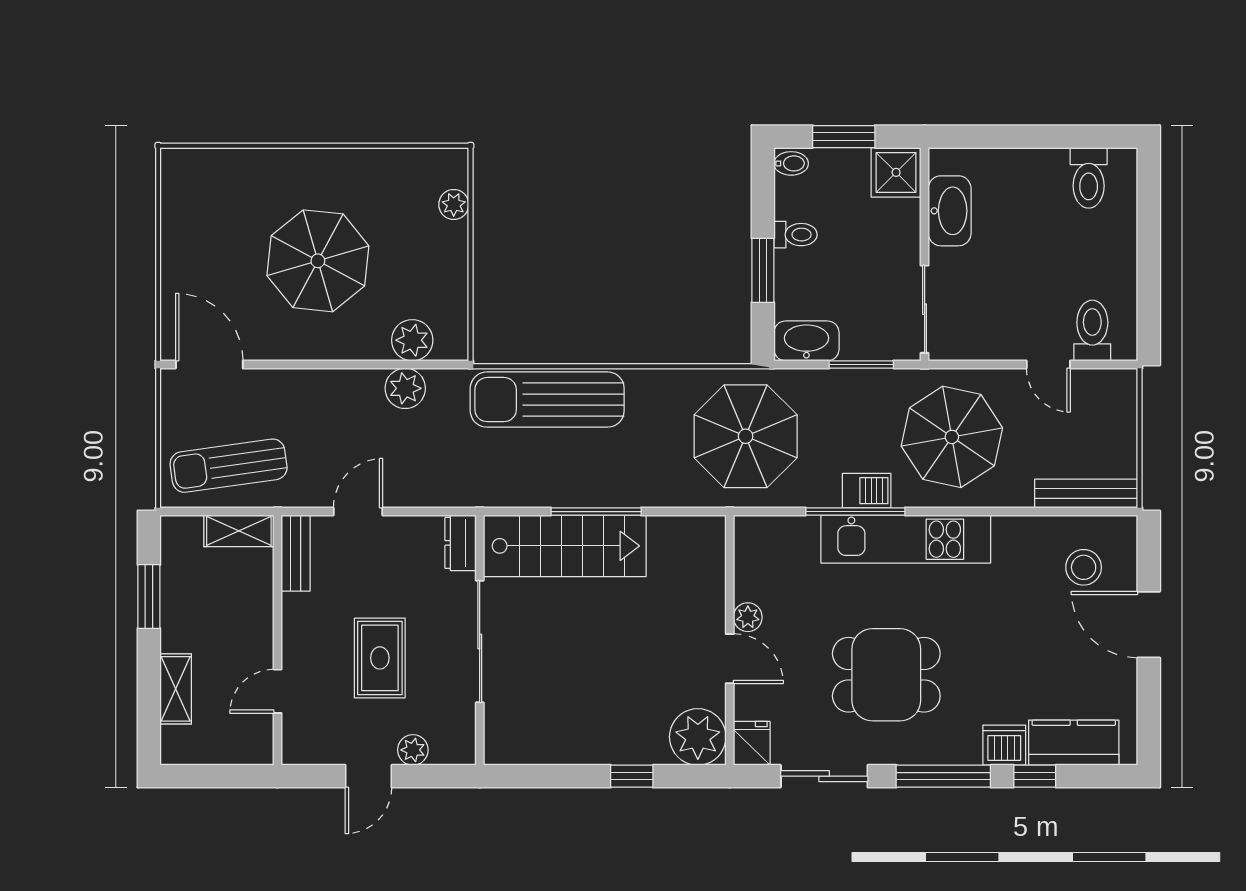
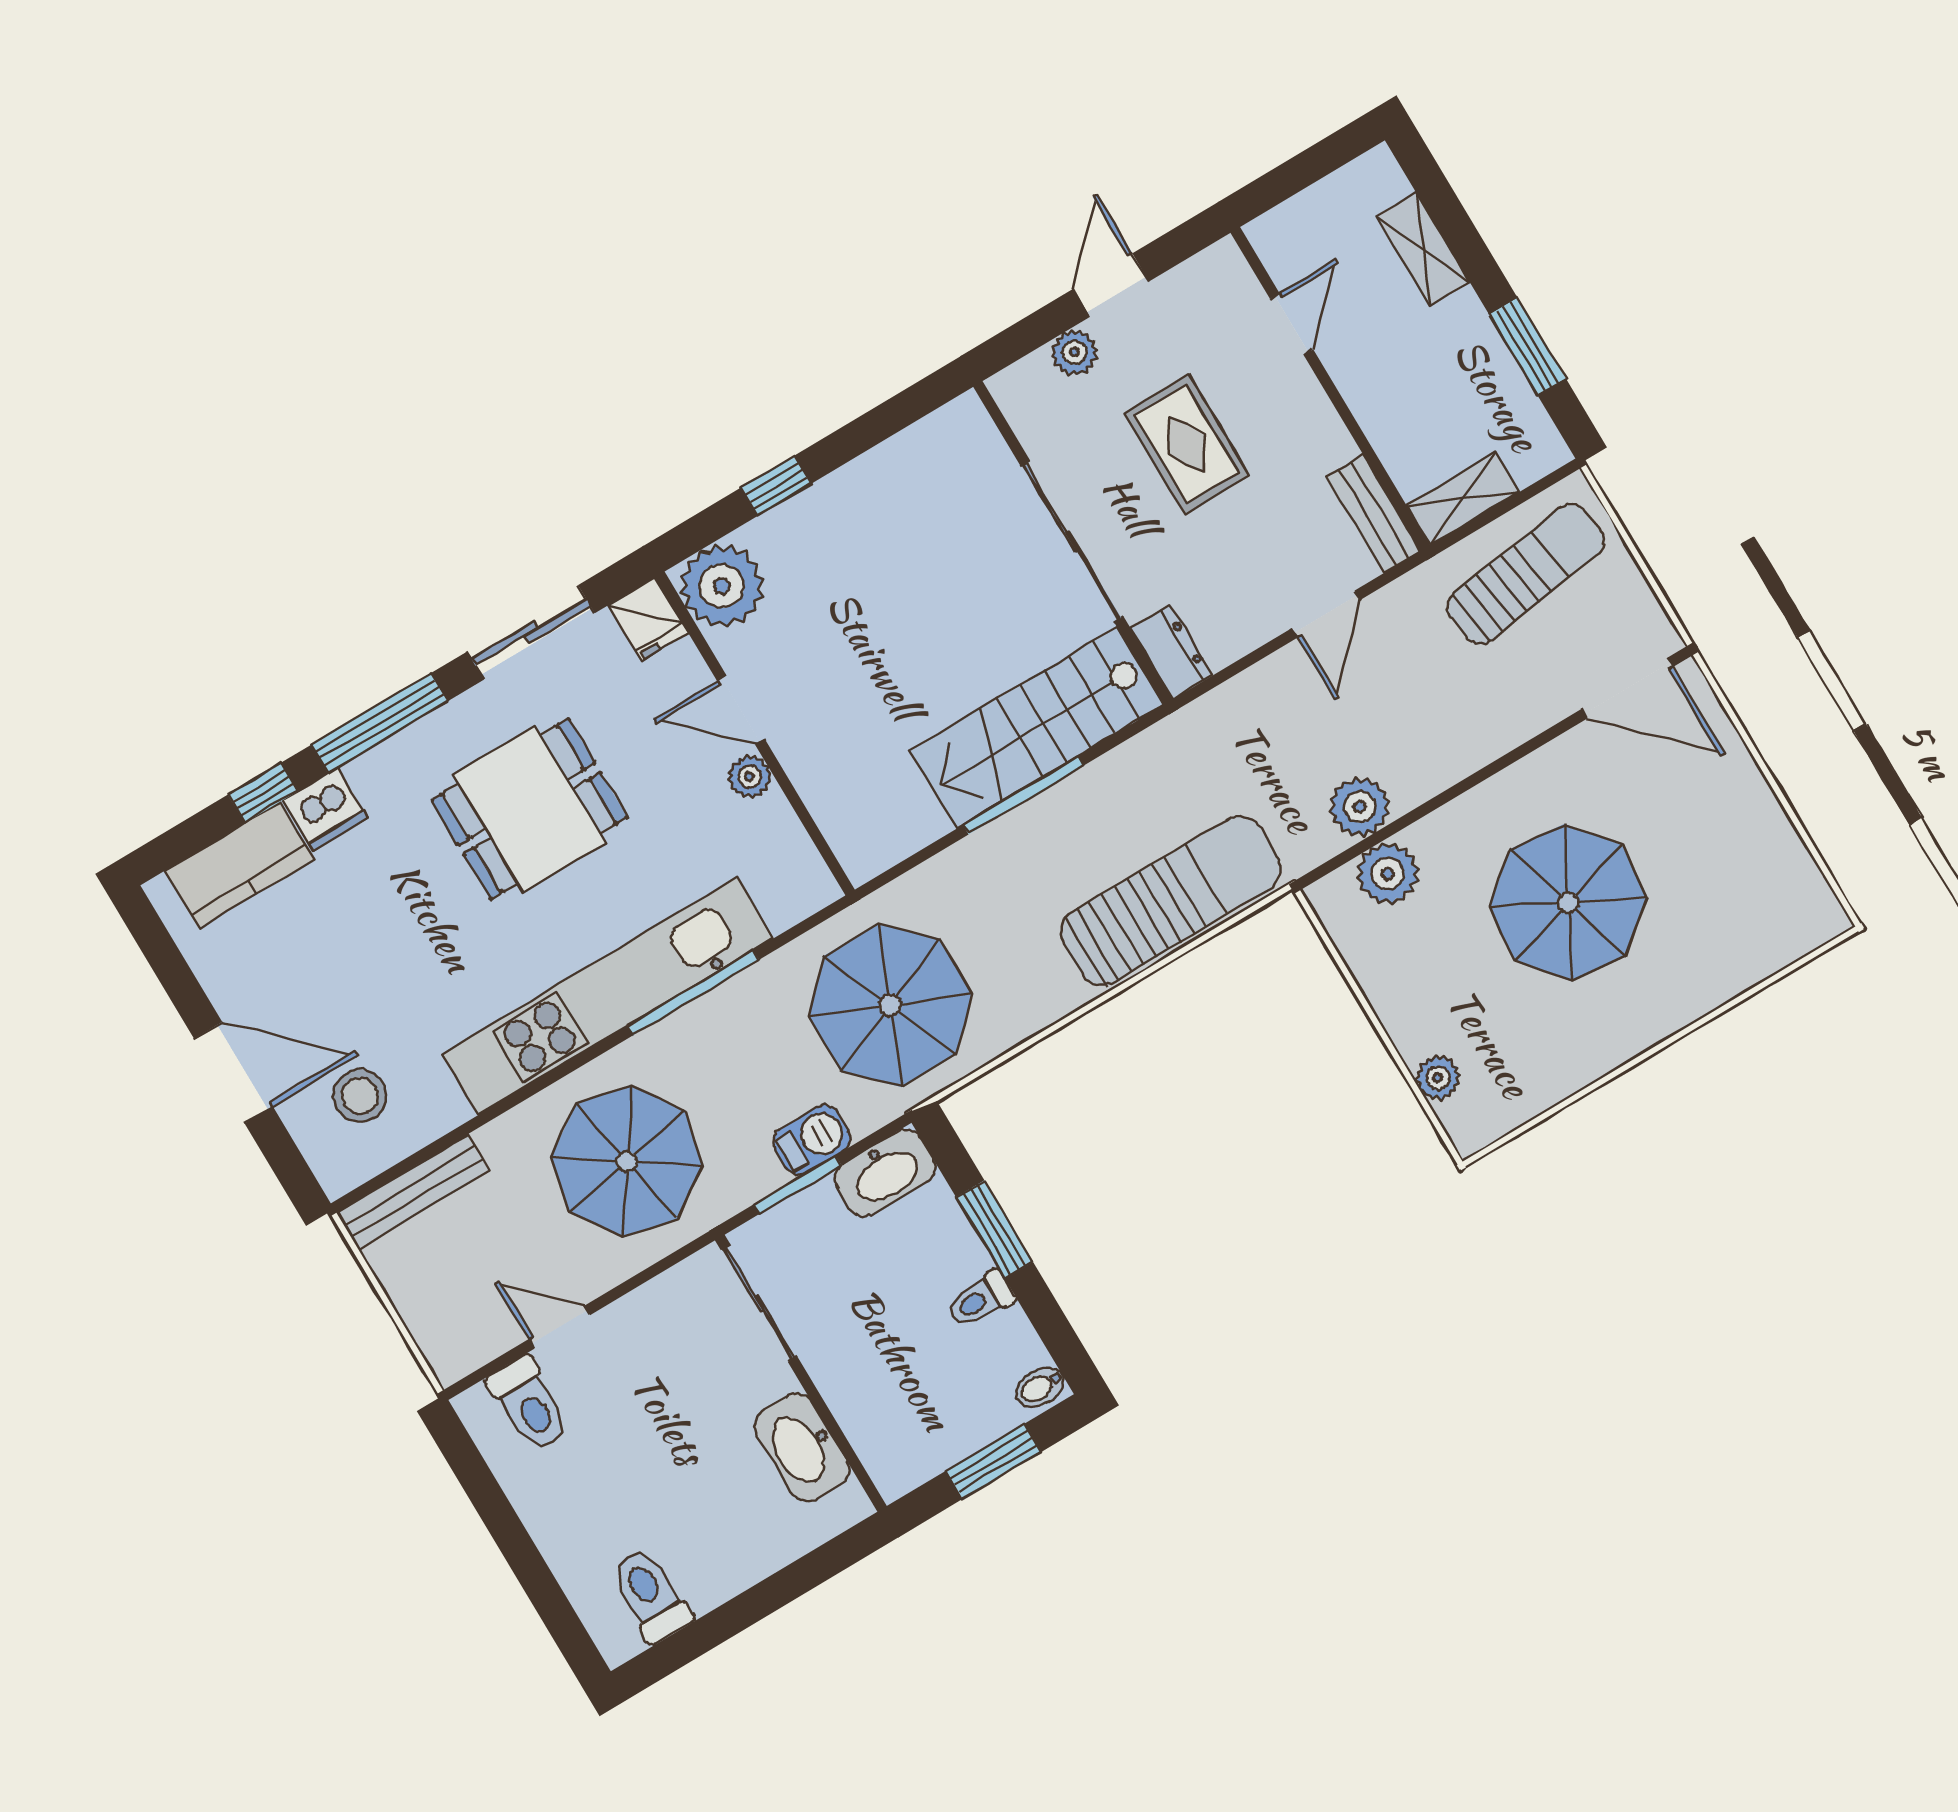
shower: (896, 172) -> (900, 1456), removed
barbecue: (867, 491) -> (812, 1140), moved, turned 180
kitchen unit: (906, 539) -> (608, 996), width x1.36

